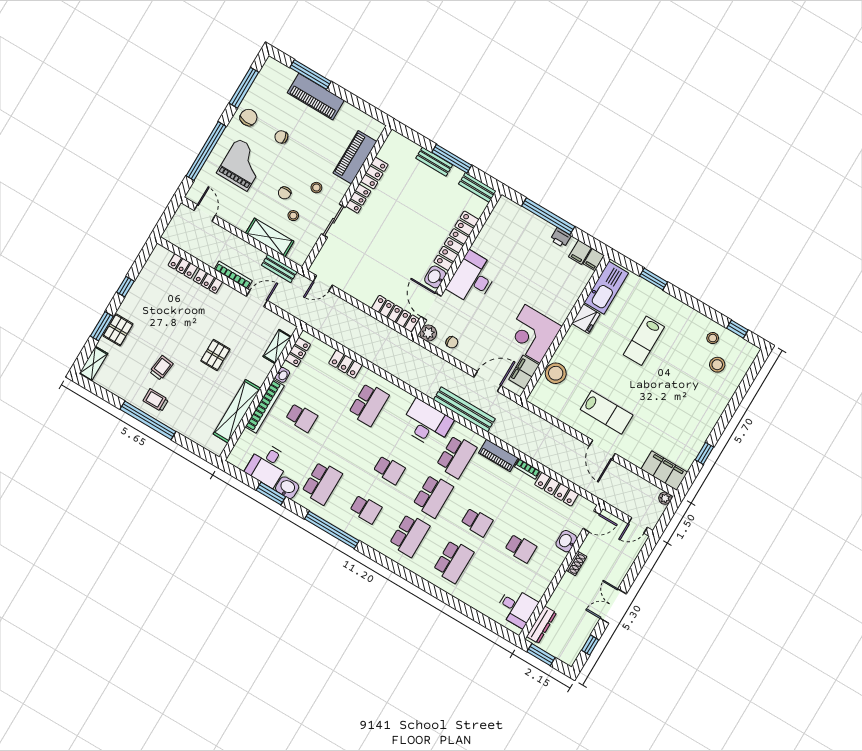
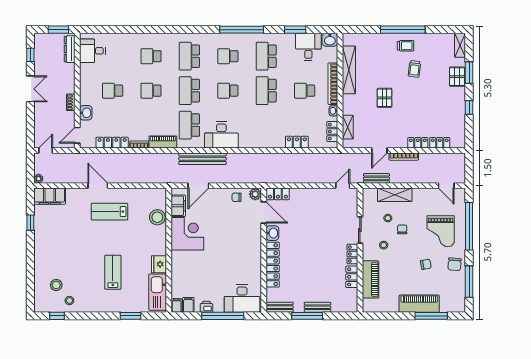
desk: (473, 278) -> (242, 299), moved, turned 90
locker: (395, 314) -> (278, 194), width x0.66
school desk: (369, 404) -> (266, 91), moved
washbasin: (287, 488) -> (330, 40), moved
school desk: (453, 561) -> (151, 56), width x0.54

